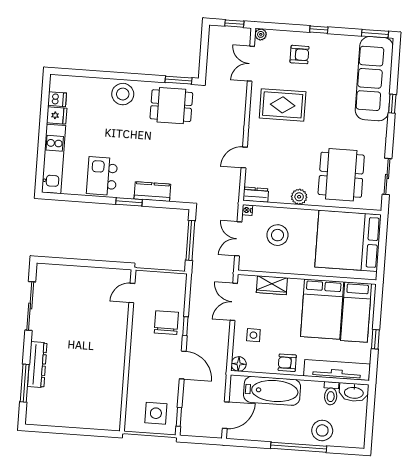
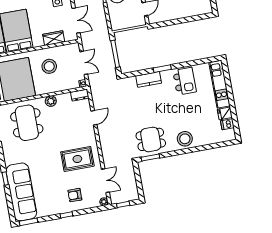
stool: (277, 235) -> (49, 66), moved

